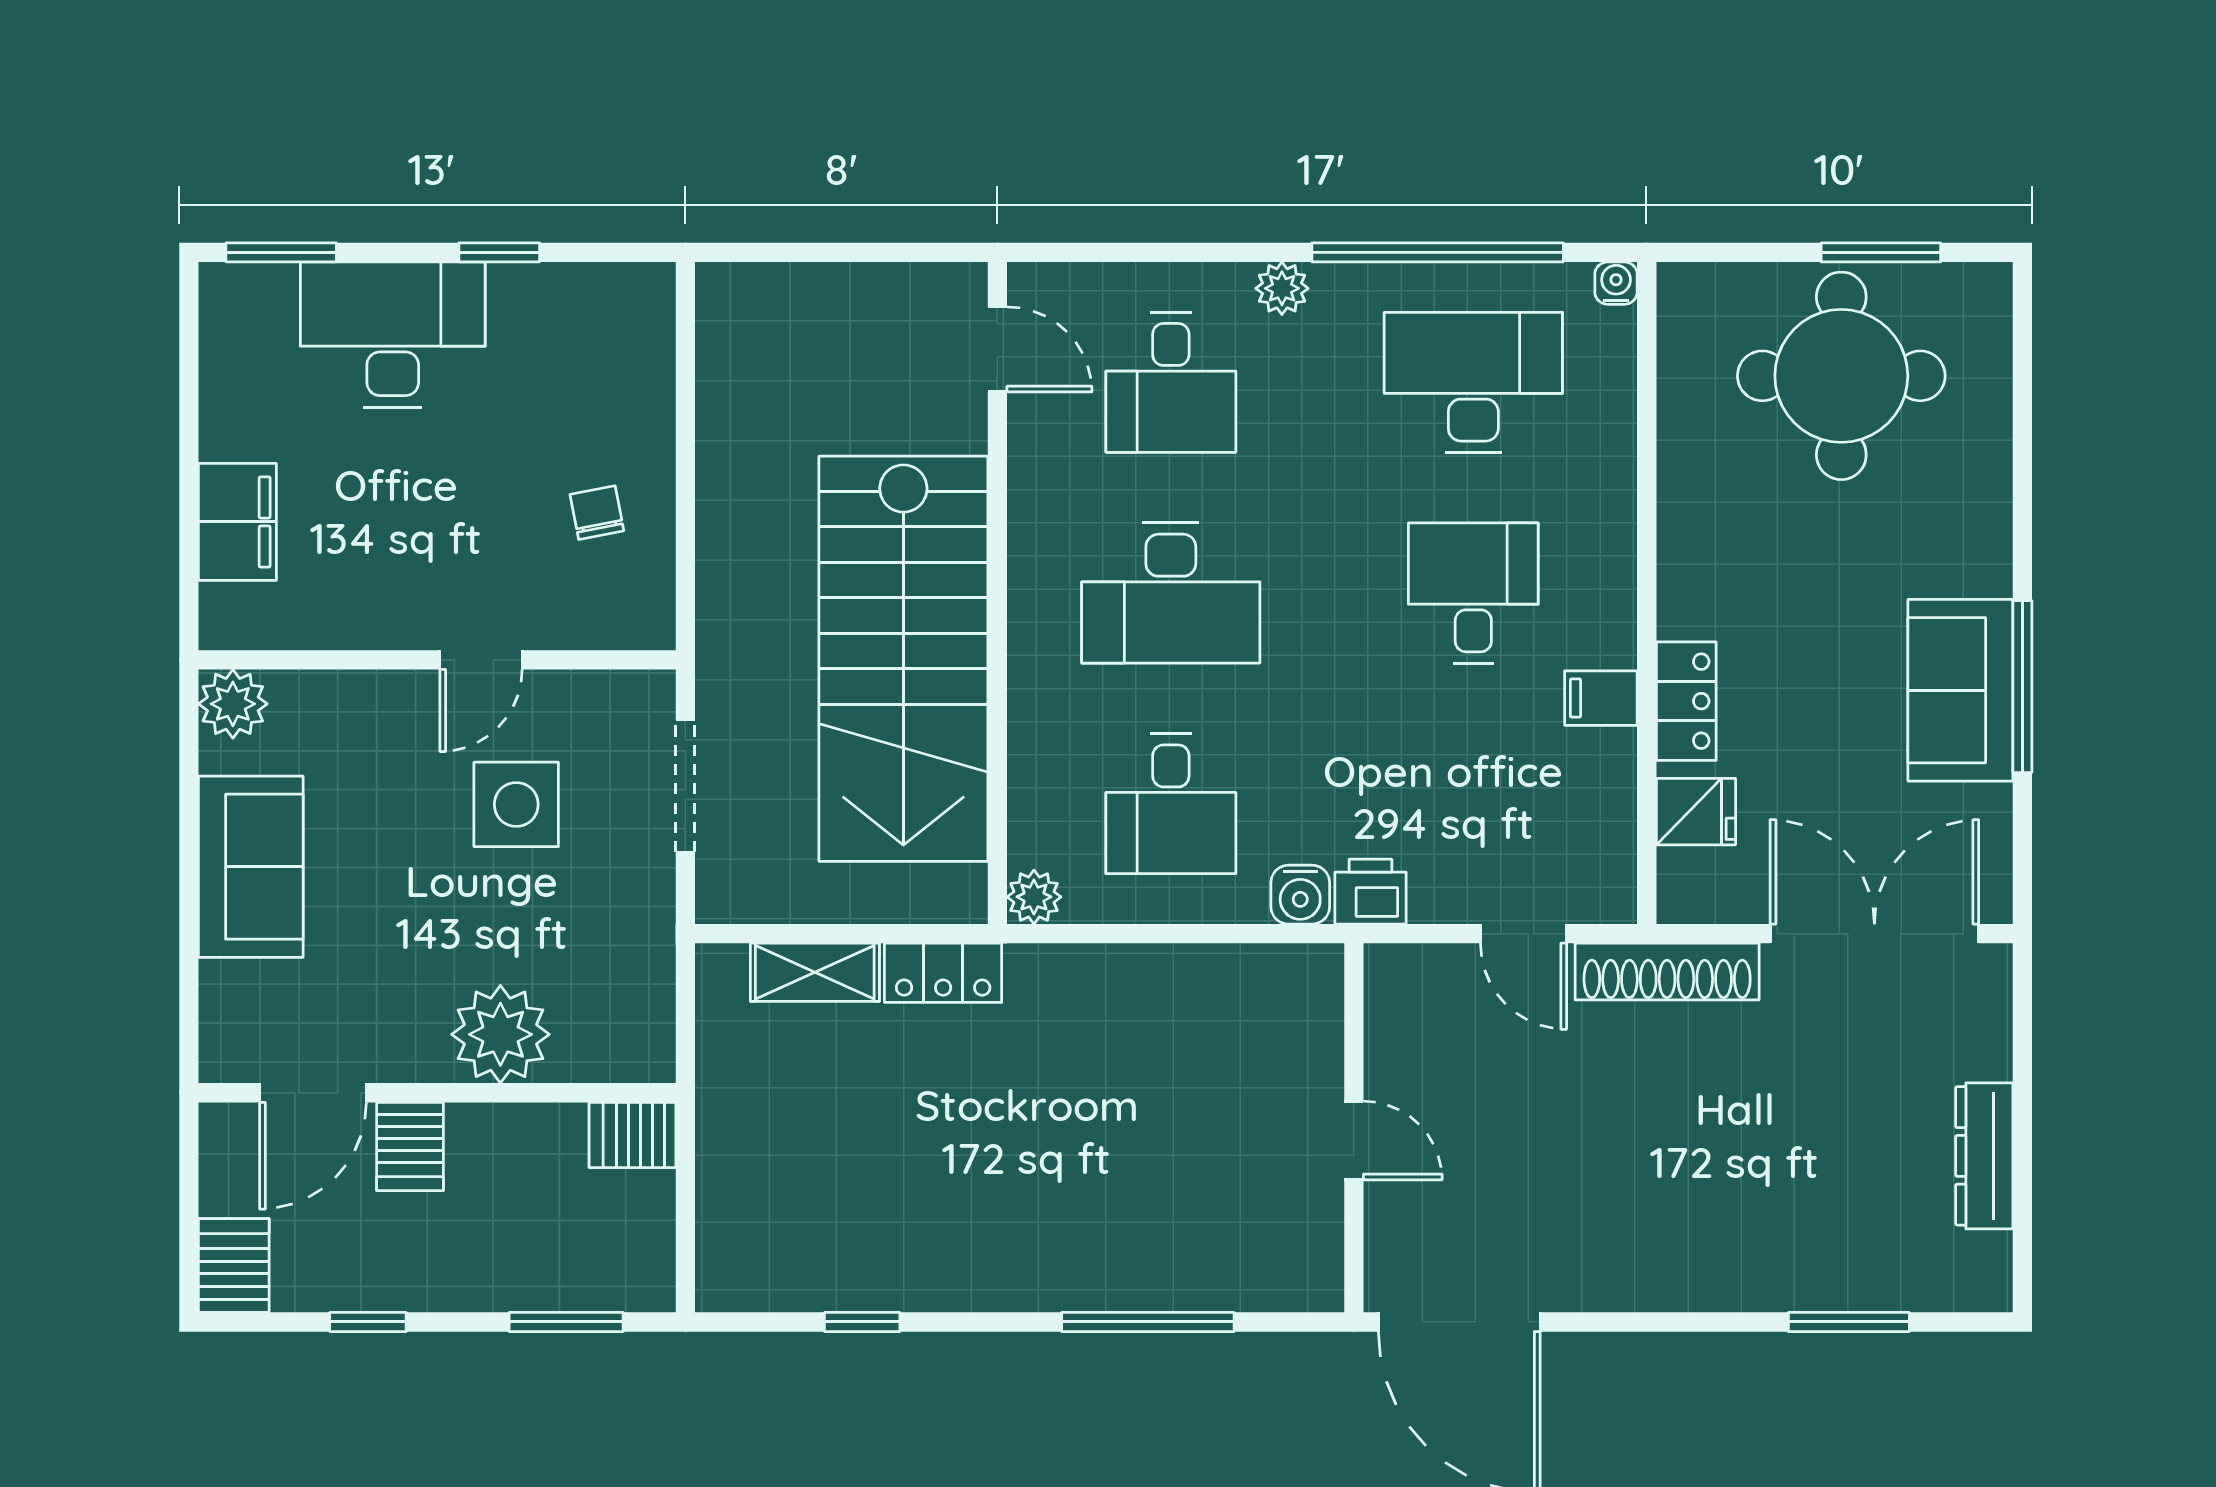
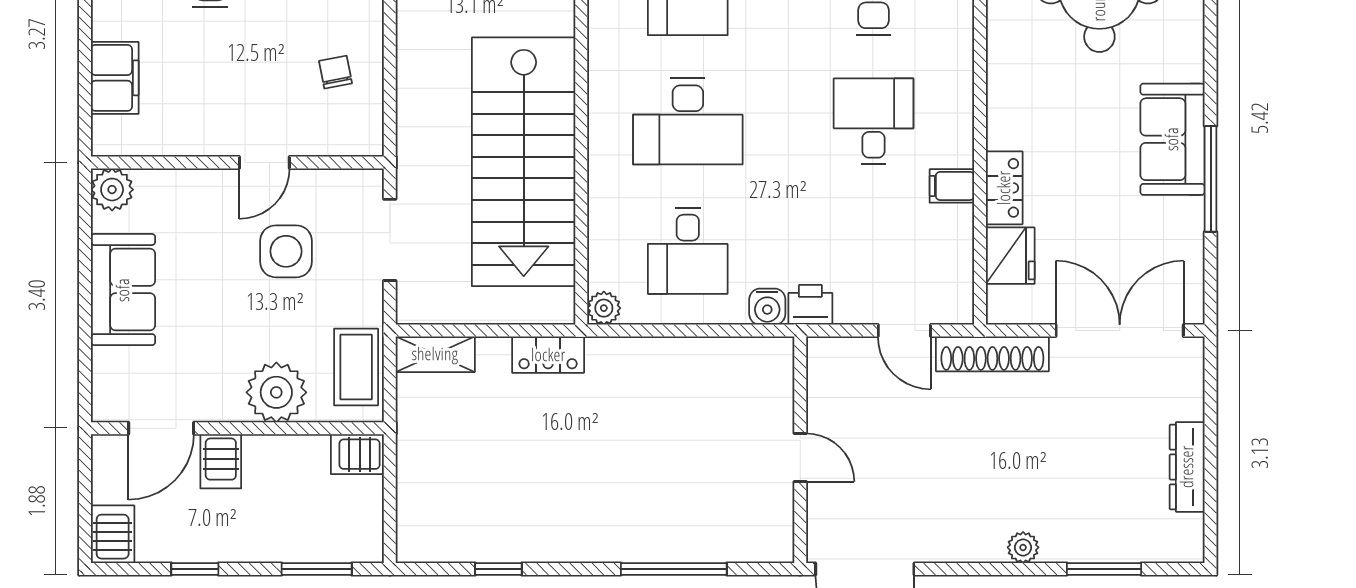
sofa: (1960, 690) -> (1172, 139), moved
fridge: (1696, 812) -> (1010, 256), width x1.38
shelving: (815, 972) -> (435, 354), moved
coffee table: (630, 993) -> (356, 367), added
plant: (1717, 1287) -> (1023, 547), added

